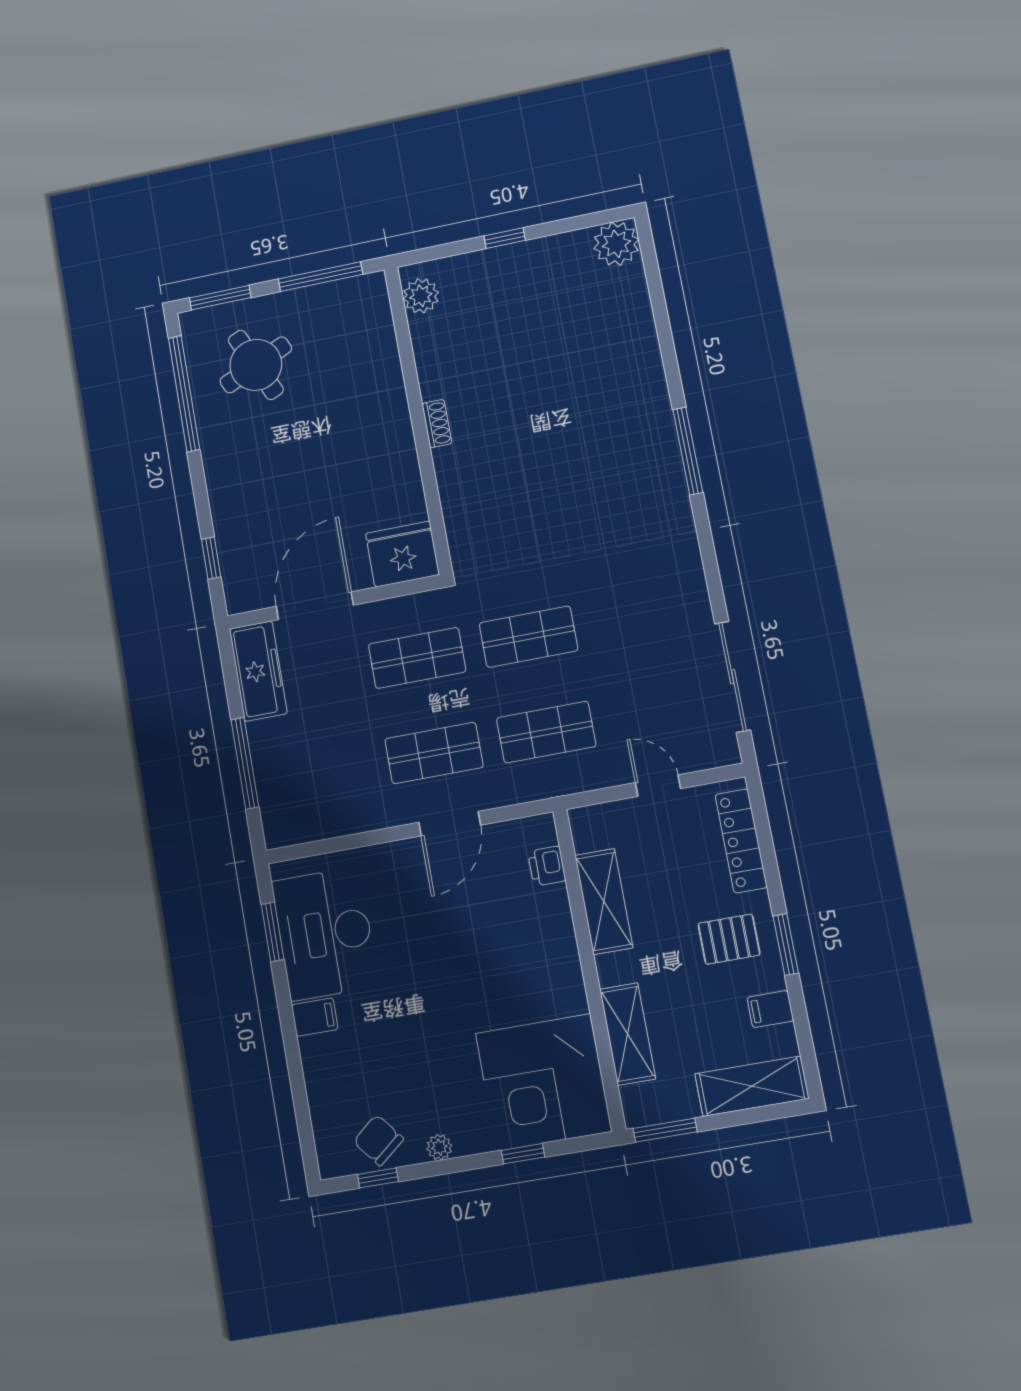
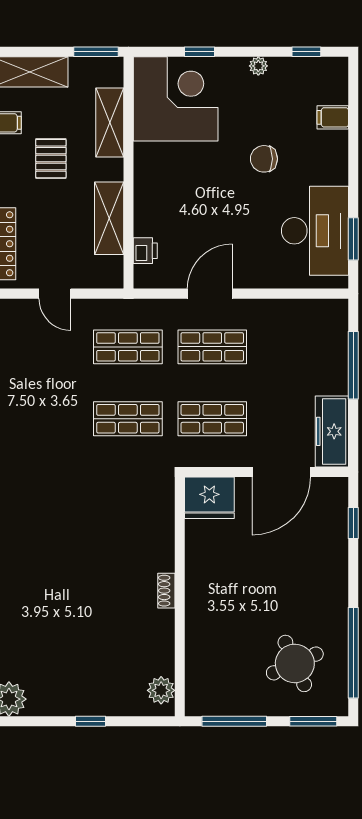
pallet: (729, 939) -> (51, 159), moved, turned 90
filing cabinet: (315, 1017) -> (333, 117), moved
chair: (378, 1140) -> (264, 159), moved, turned 129

